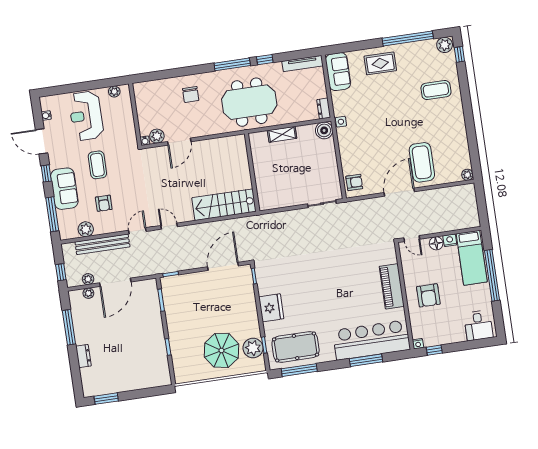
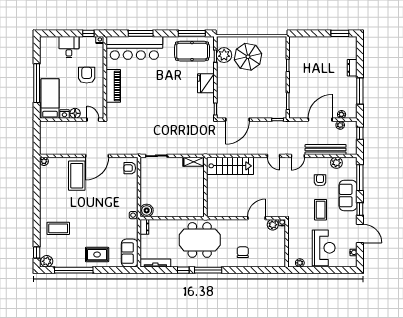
shelving: (282, 134) -> (194, 162), moved
desk: (478, 325) -> (69, 47), moved

